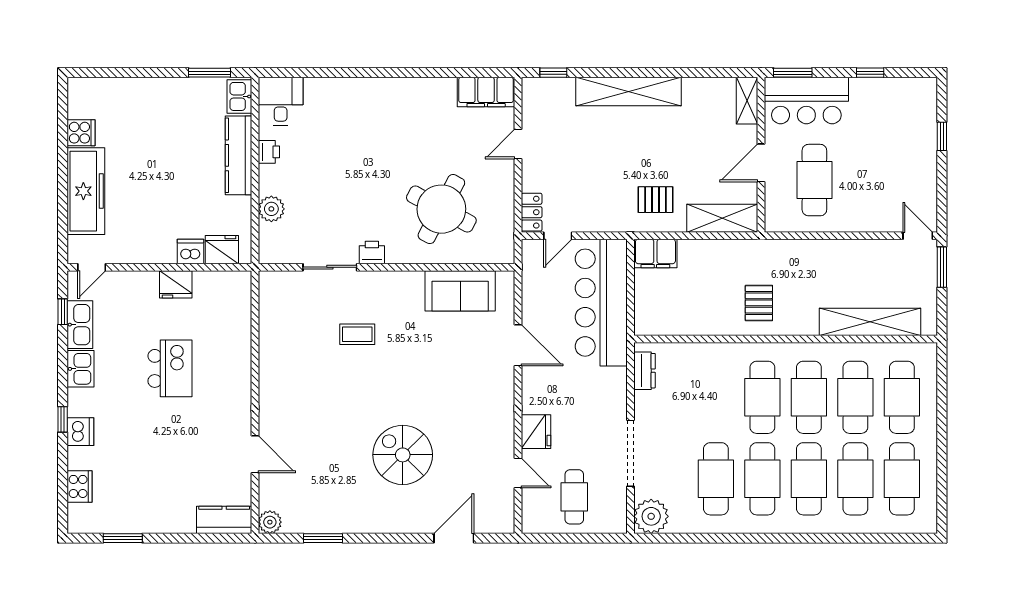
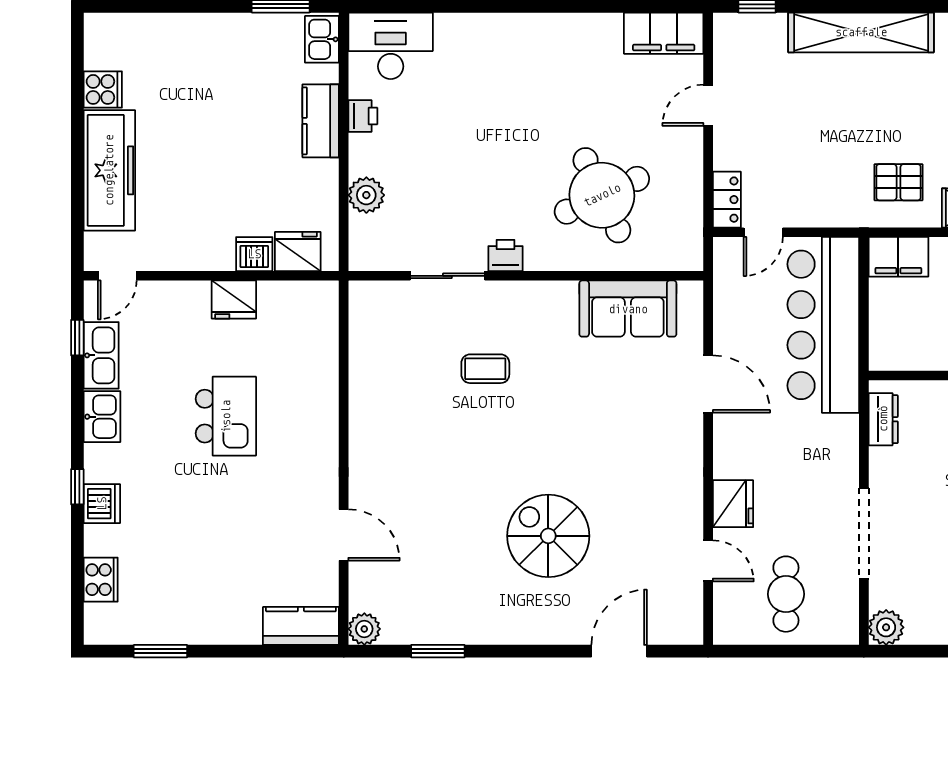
desk: (281, 101) -> (391, 46), width x1.37
kitchen counter: (238, 155) -> (321, 121), width x0.67
round table: (441, 209) -> (602, 195), turned 37
plant: (651, 516) -> (886, 627), width x0.73, depth x0.73

